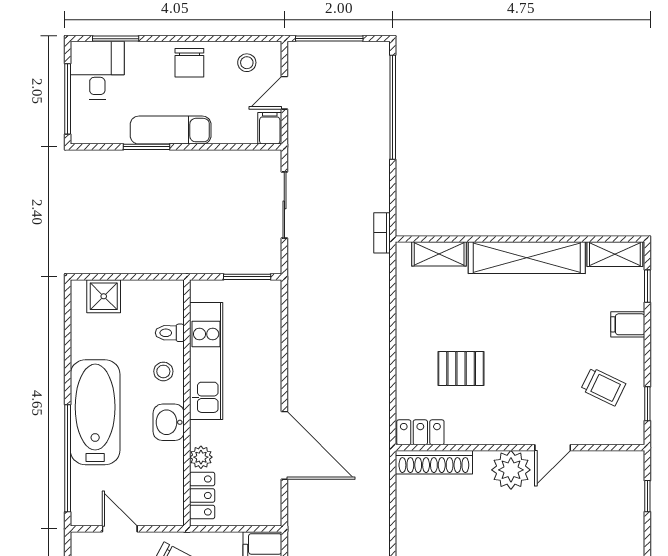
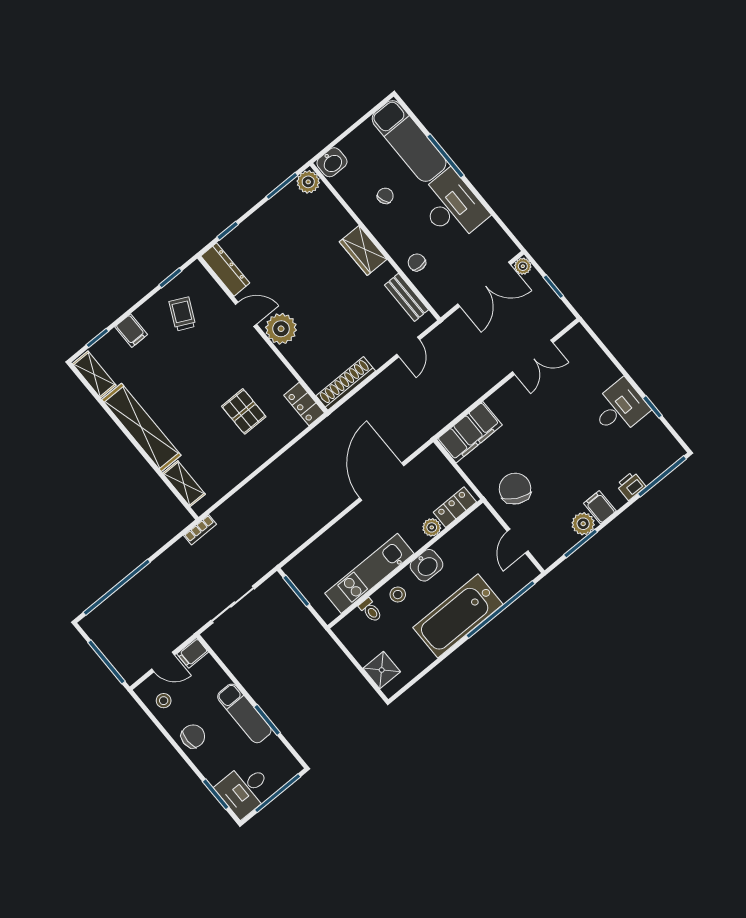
shoe rack: (434, 462) -> (346, 383), moved, turned -90
dresser: (612, 463) -> (225, 270), added

